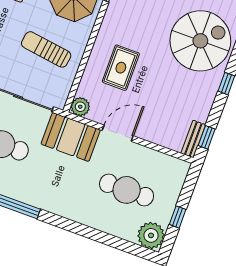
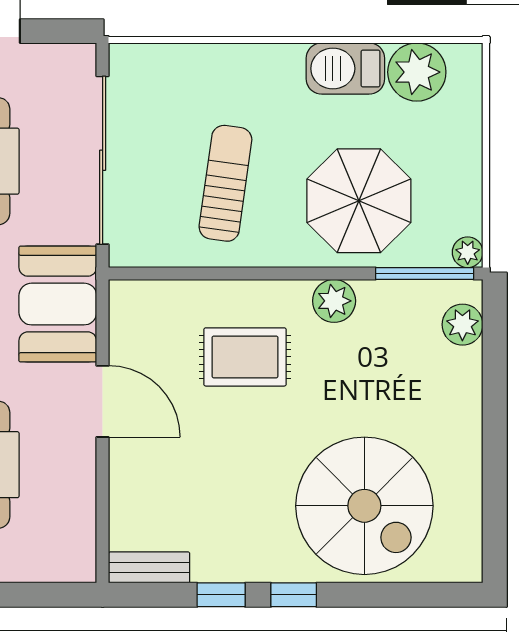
plant: (80, 107) -> (334, 301), moved
window: (207, 137) -> (221, 595), moved

